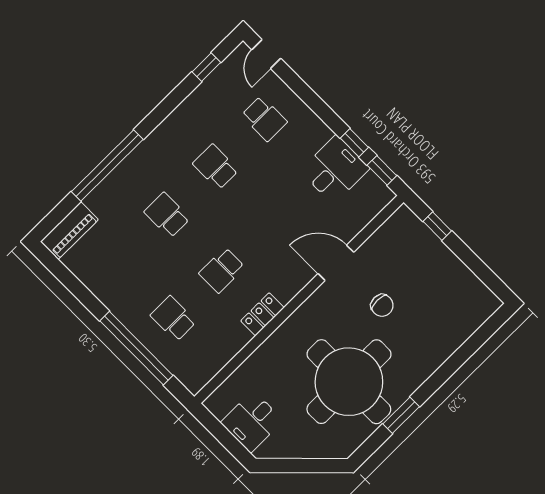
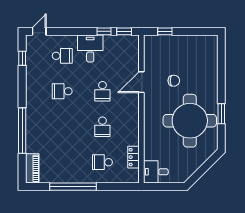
door: (266, 54) -> (39, 31), swing flipped
desk: (335, 170) -> (90, 48), moved
school desk: (167, 215) -> (102, 91), moved, turned -90
locker: (262, 314) -> (133, 157), moved
window: (136, 348) -> (73, 187), moved
desk: (252, 422) -> (156, 172), moved, turned 90

